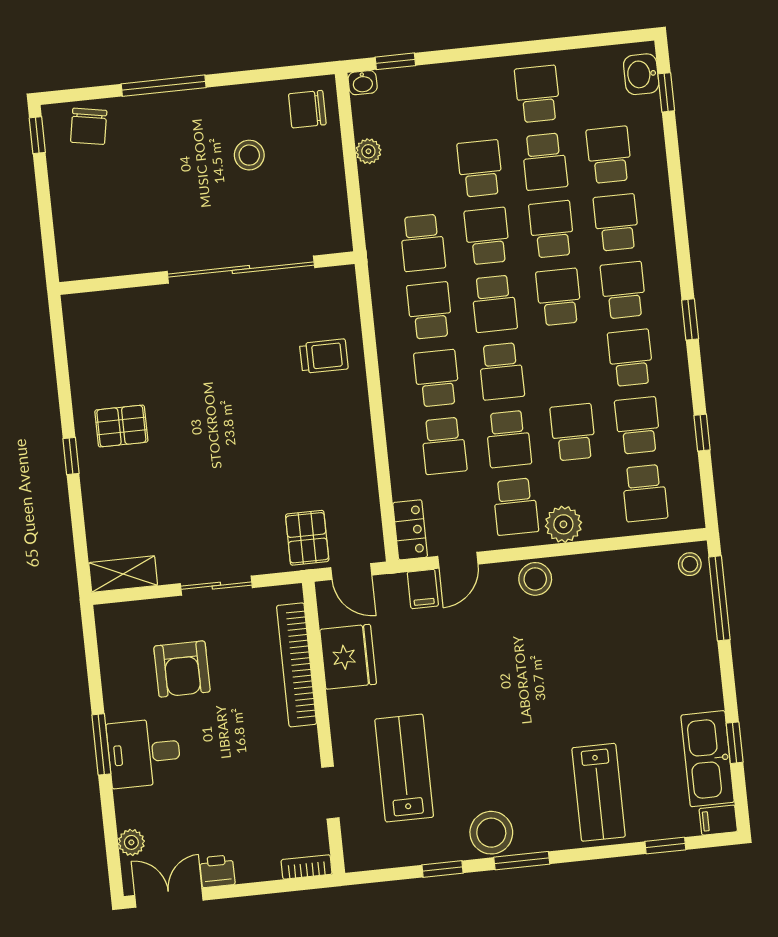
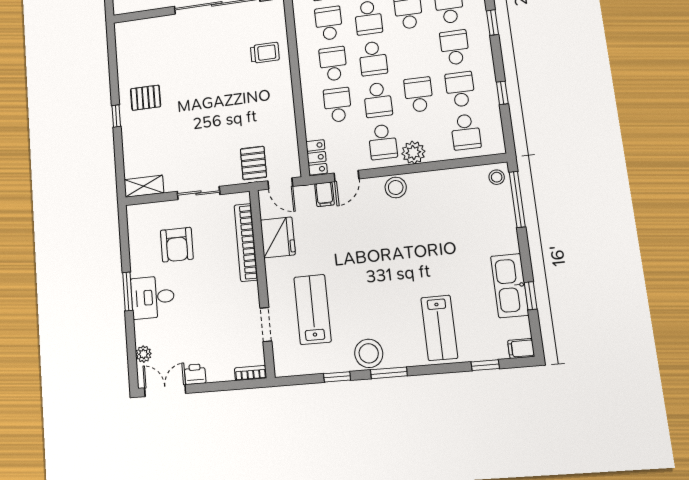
school desk: (444, 446) -> (338, 105), turned 180
kitchen sink: (708, 759) -> (510, 286), moved

